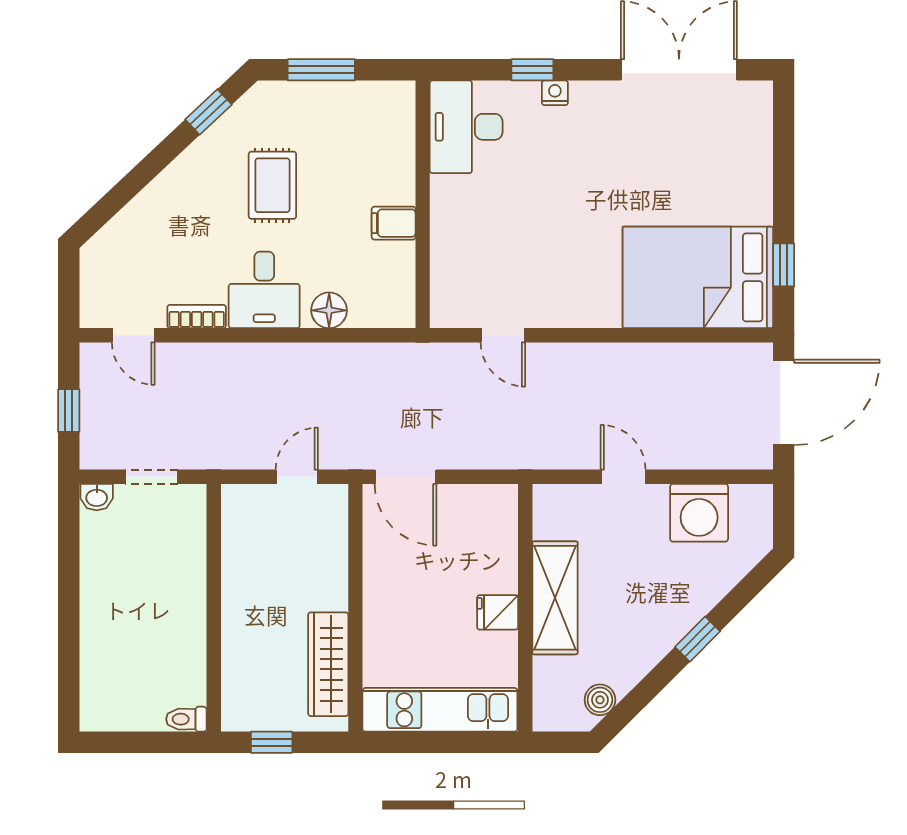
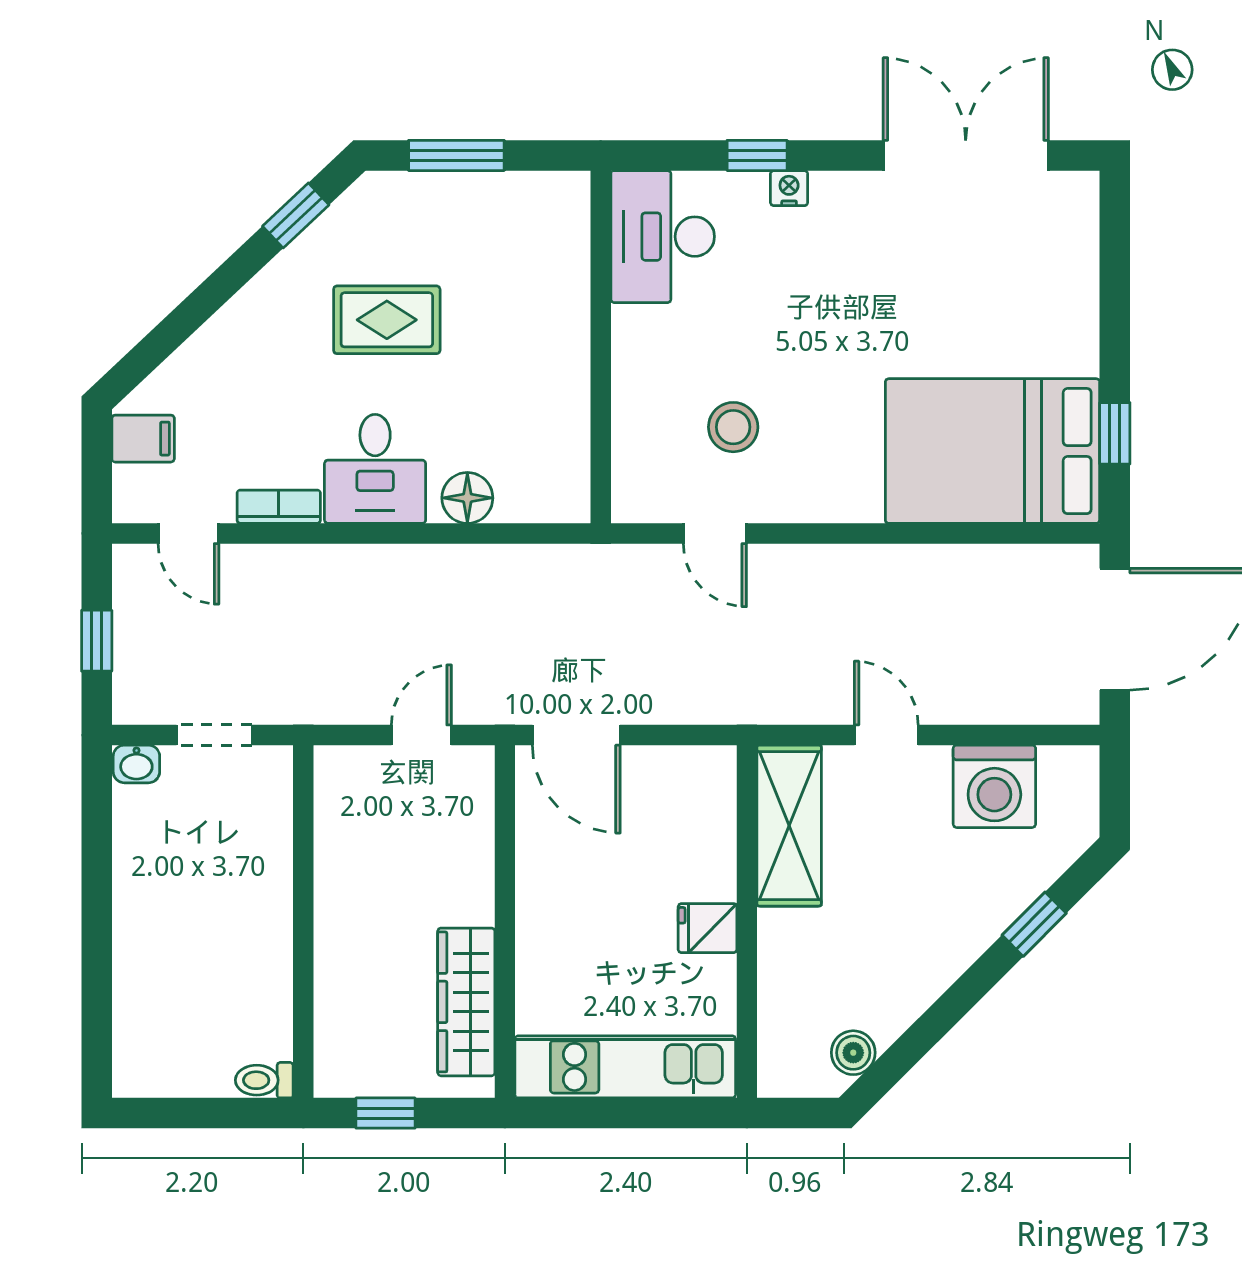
rug: (272, 185) -> (387, 320), turned 90
filing cabinet: (394, 223) -> (143, 439), moved, turned 180
stool: (516, 261) -> (733, 427), added
shelving: (555, 598) -> (789, 826), moved
window: (697, 639) -> (1034, 924), moved

